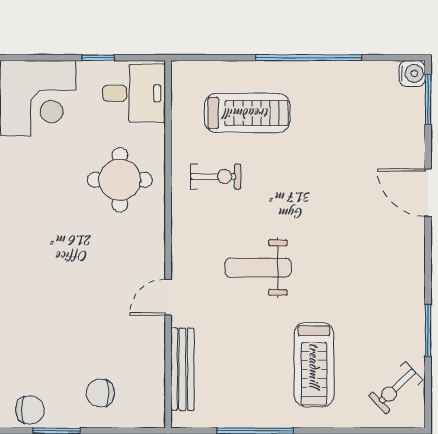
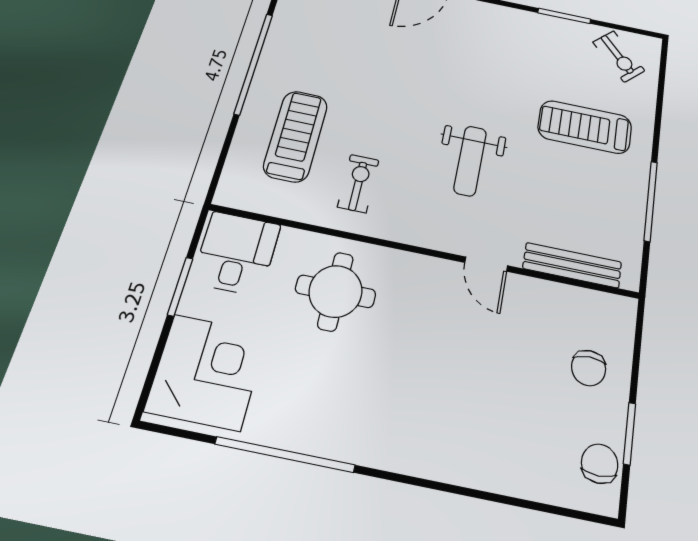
window: (98, 58) -> (180, 286), width x1.50
treadmill: (314, 365) -> (585, 127), turned 180

